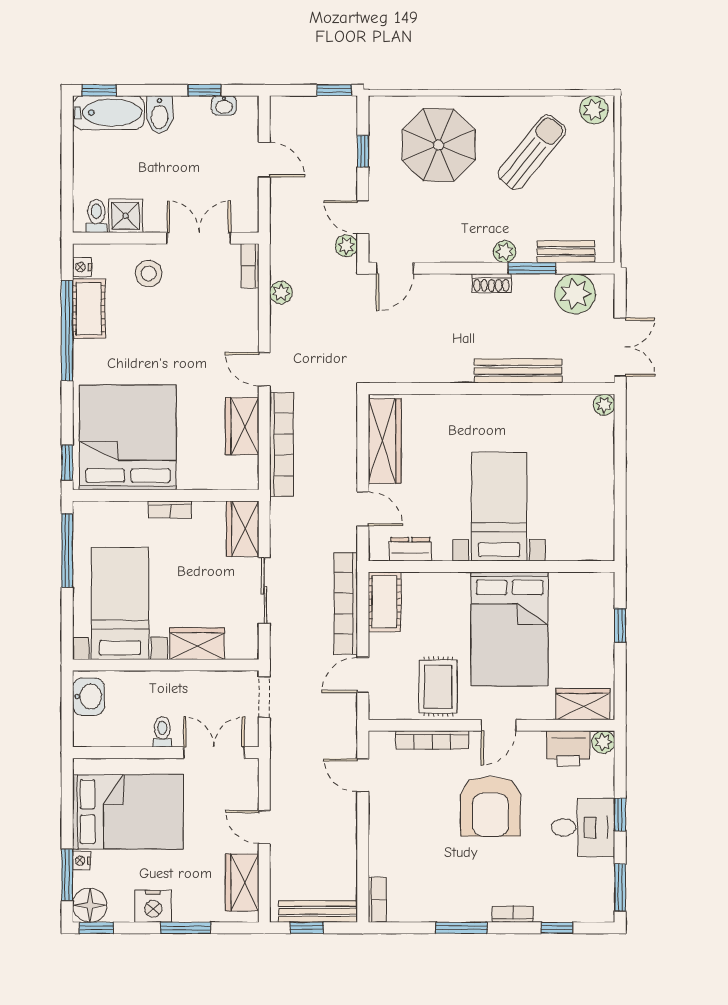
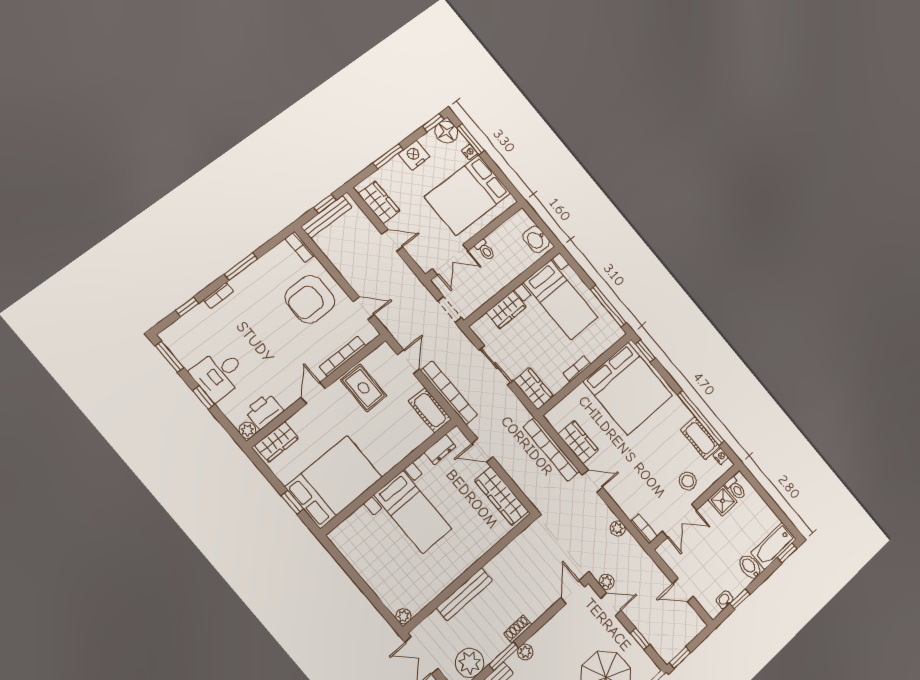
bed: (510, 629) -> (334, 482), moved, turned 90
armchair: (490, 806) -> (310, 299), moved, turned -90

